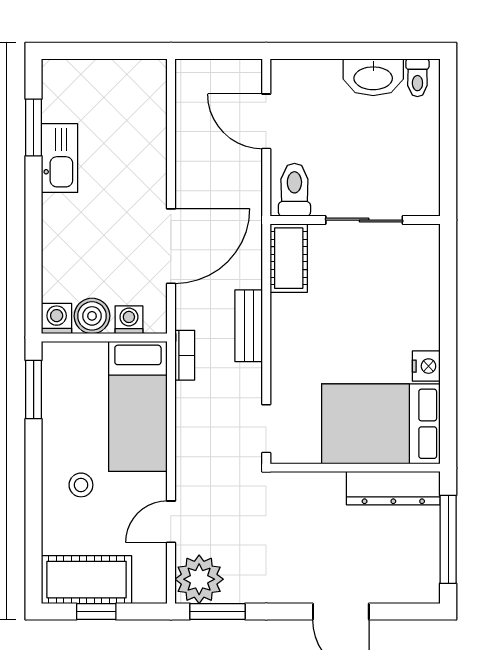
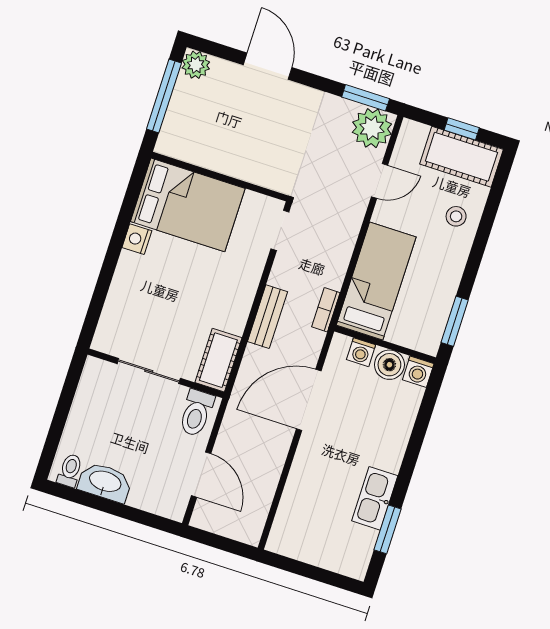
stool: (81, 485) -> (456, 216), moved
dresser: (393, 488) -> (194, 151), removed
plant: (423, 587) -> (196, 65), added

